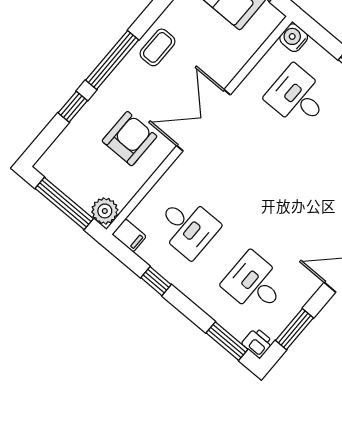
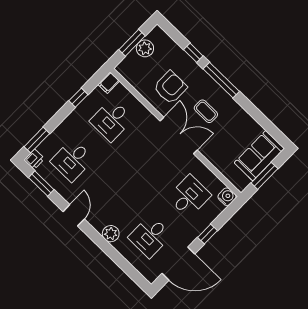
coffee table: (158, 47) -> (206, 111), moved
armchair: (129, 139) -> (170, 87), turned -90
window: (64, 204) -> (132, 43), width x0.69
plant: (105, 211) -> (145, 48), moved
desk: (254, 284) -> (72, 160), turned 180

